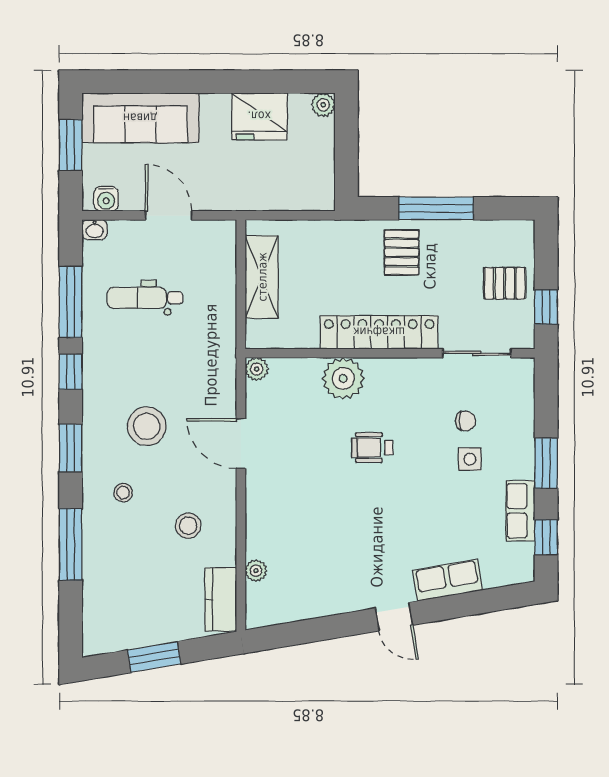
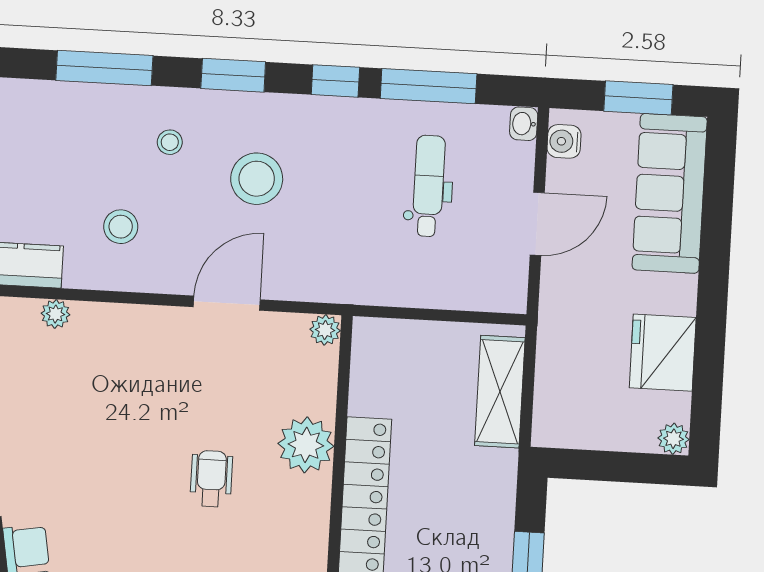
pallet: (402, 252) -> (470, 533), removed
shelving: (262, 277) -> (500, 392), moved, turned 90

